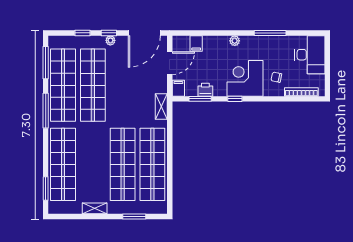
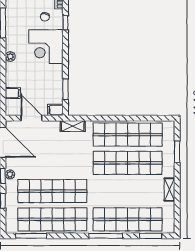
printer: (205, 90) -> (57, 84), removed
window: (235, 99) -> (65, 23), moved
window: (46, 111) -> (106, 236), moved

